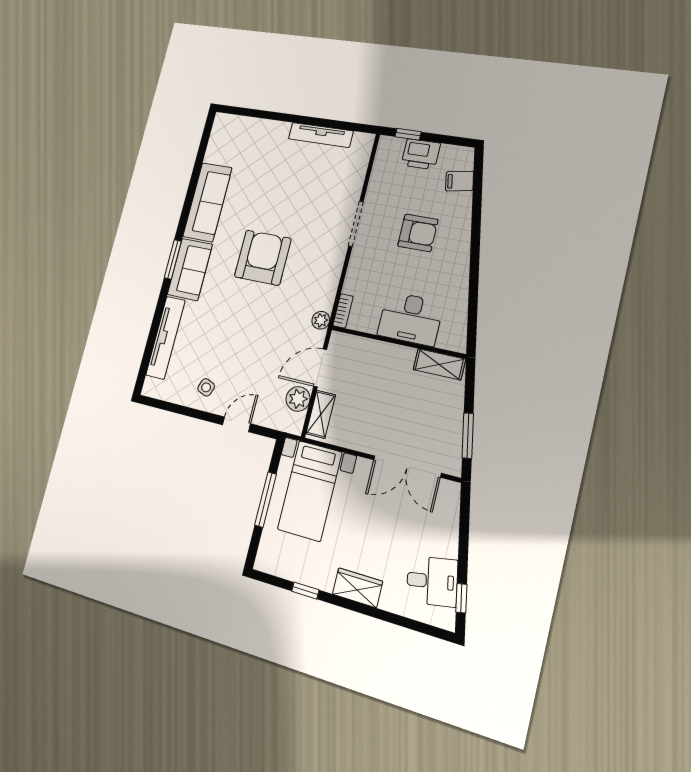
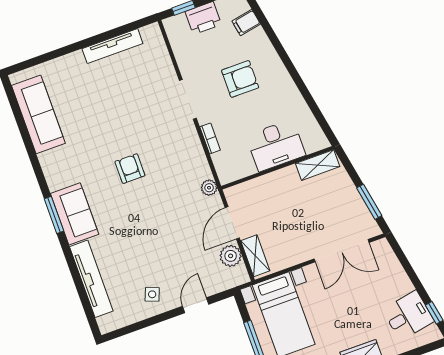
sofa: (207, 202) -> (38, 114), moved
armchair: (263, 258) -> (130, 169), width x0.53, depth x0.53
bookcase: (343, 311) -> (210, 138), moved

